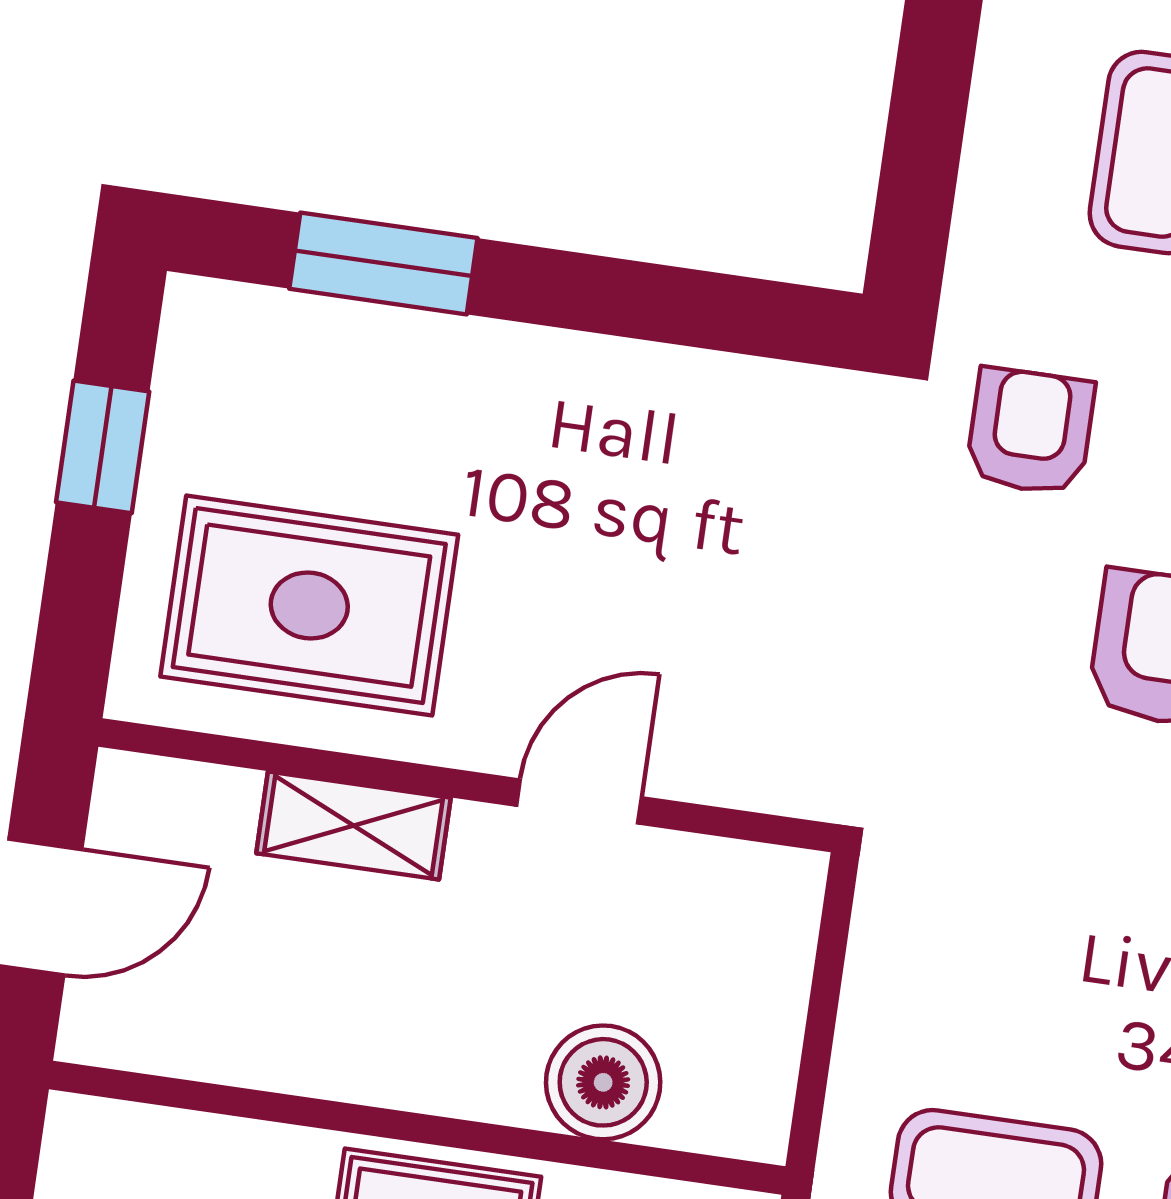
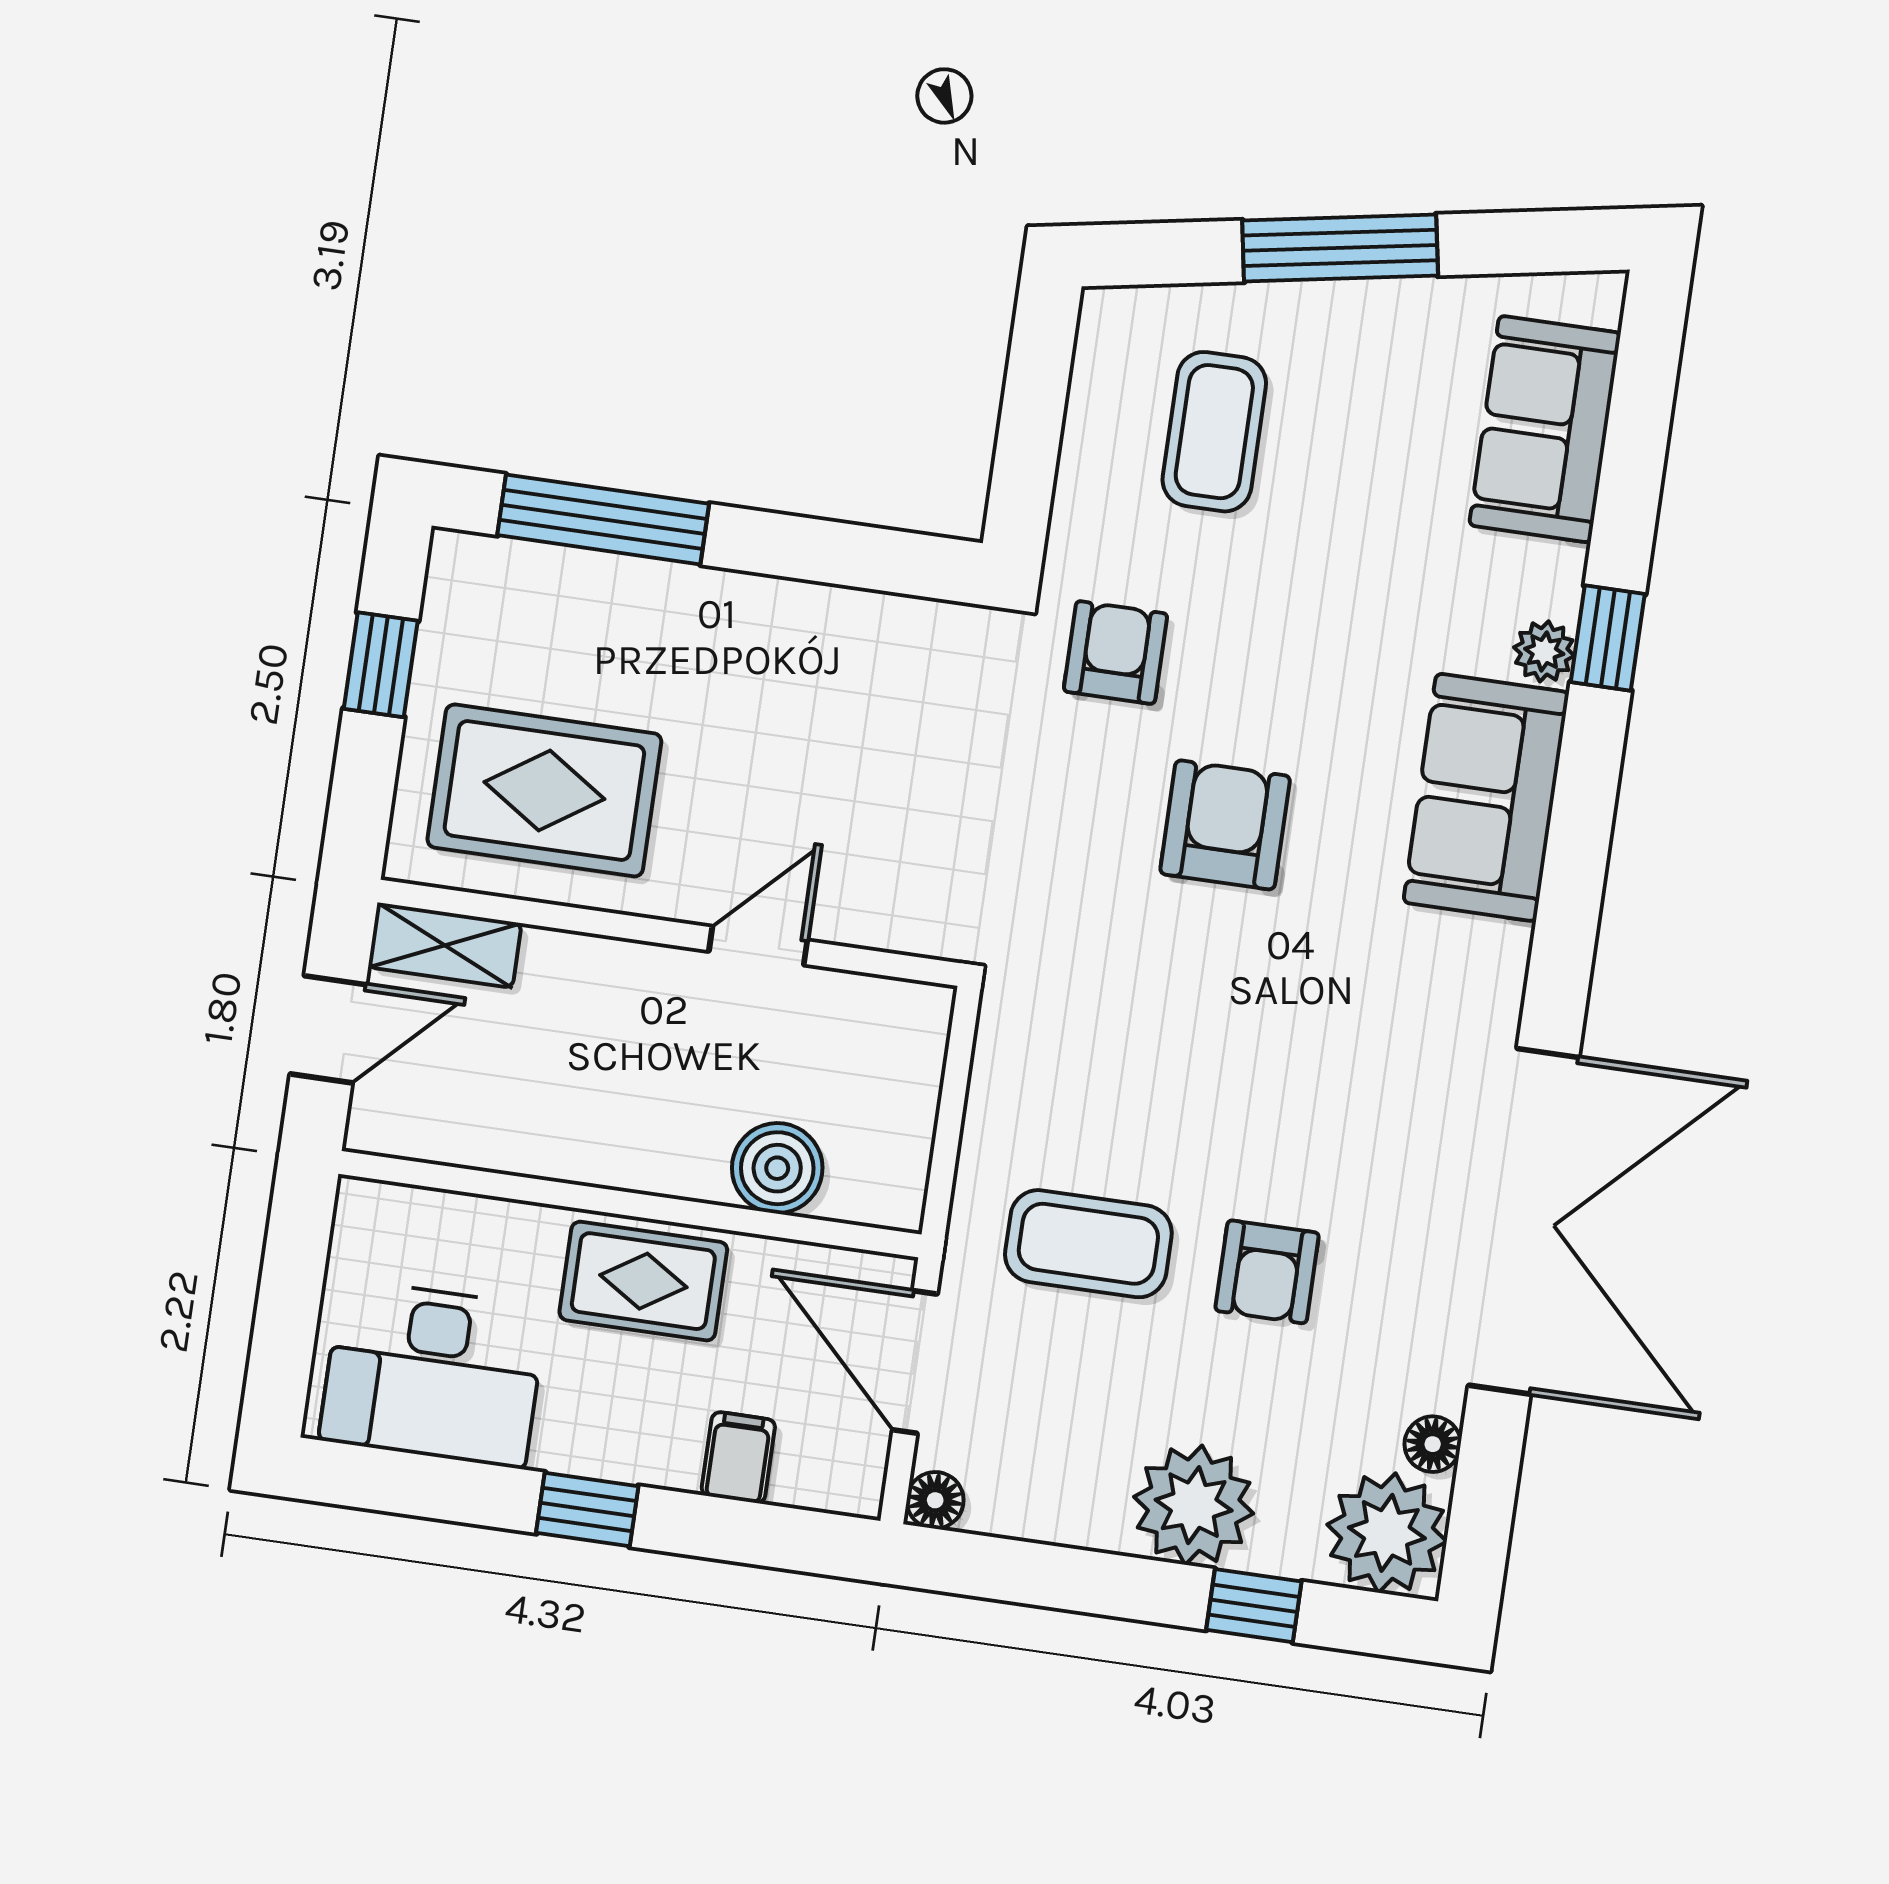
window: (383, 263) -> (603, 519), width x1.44
shelving: (354, 825) -> (445, 945), moved

